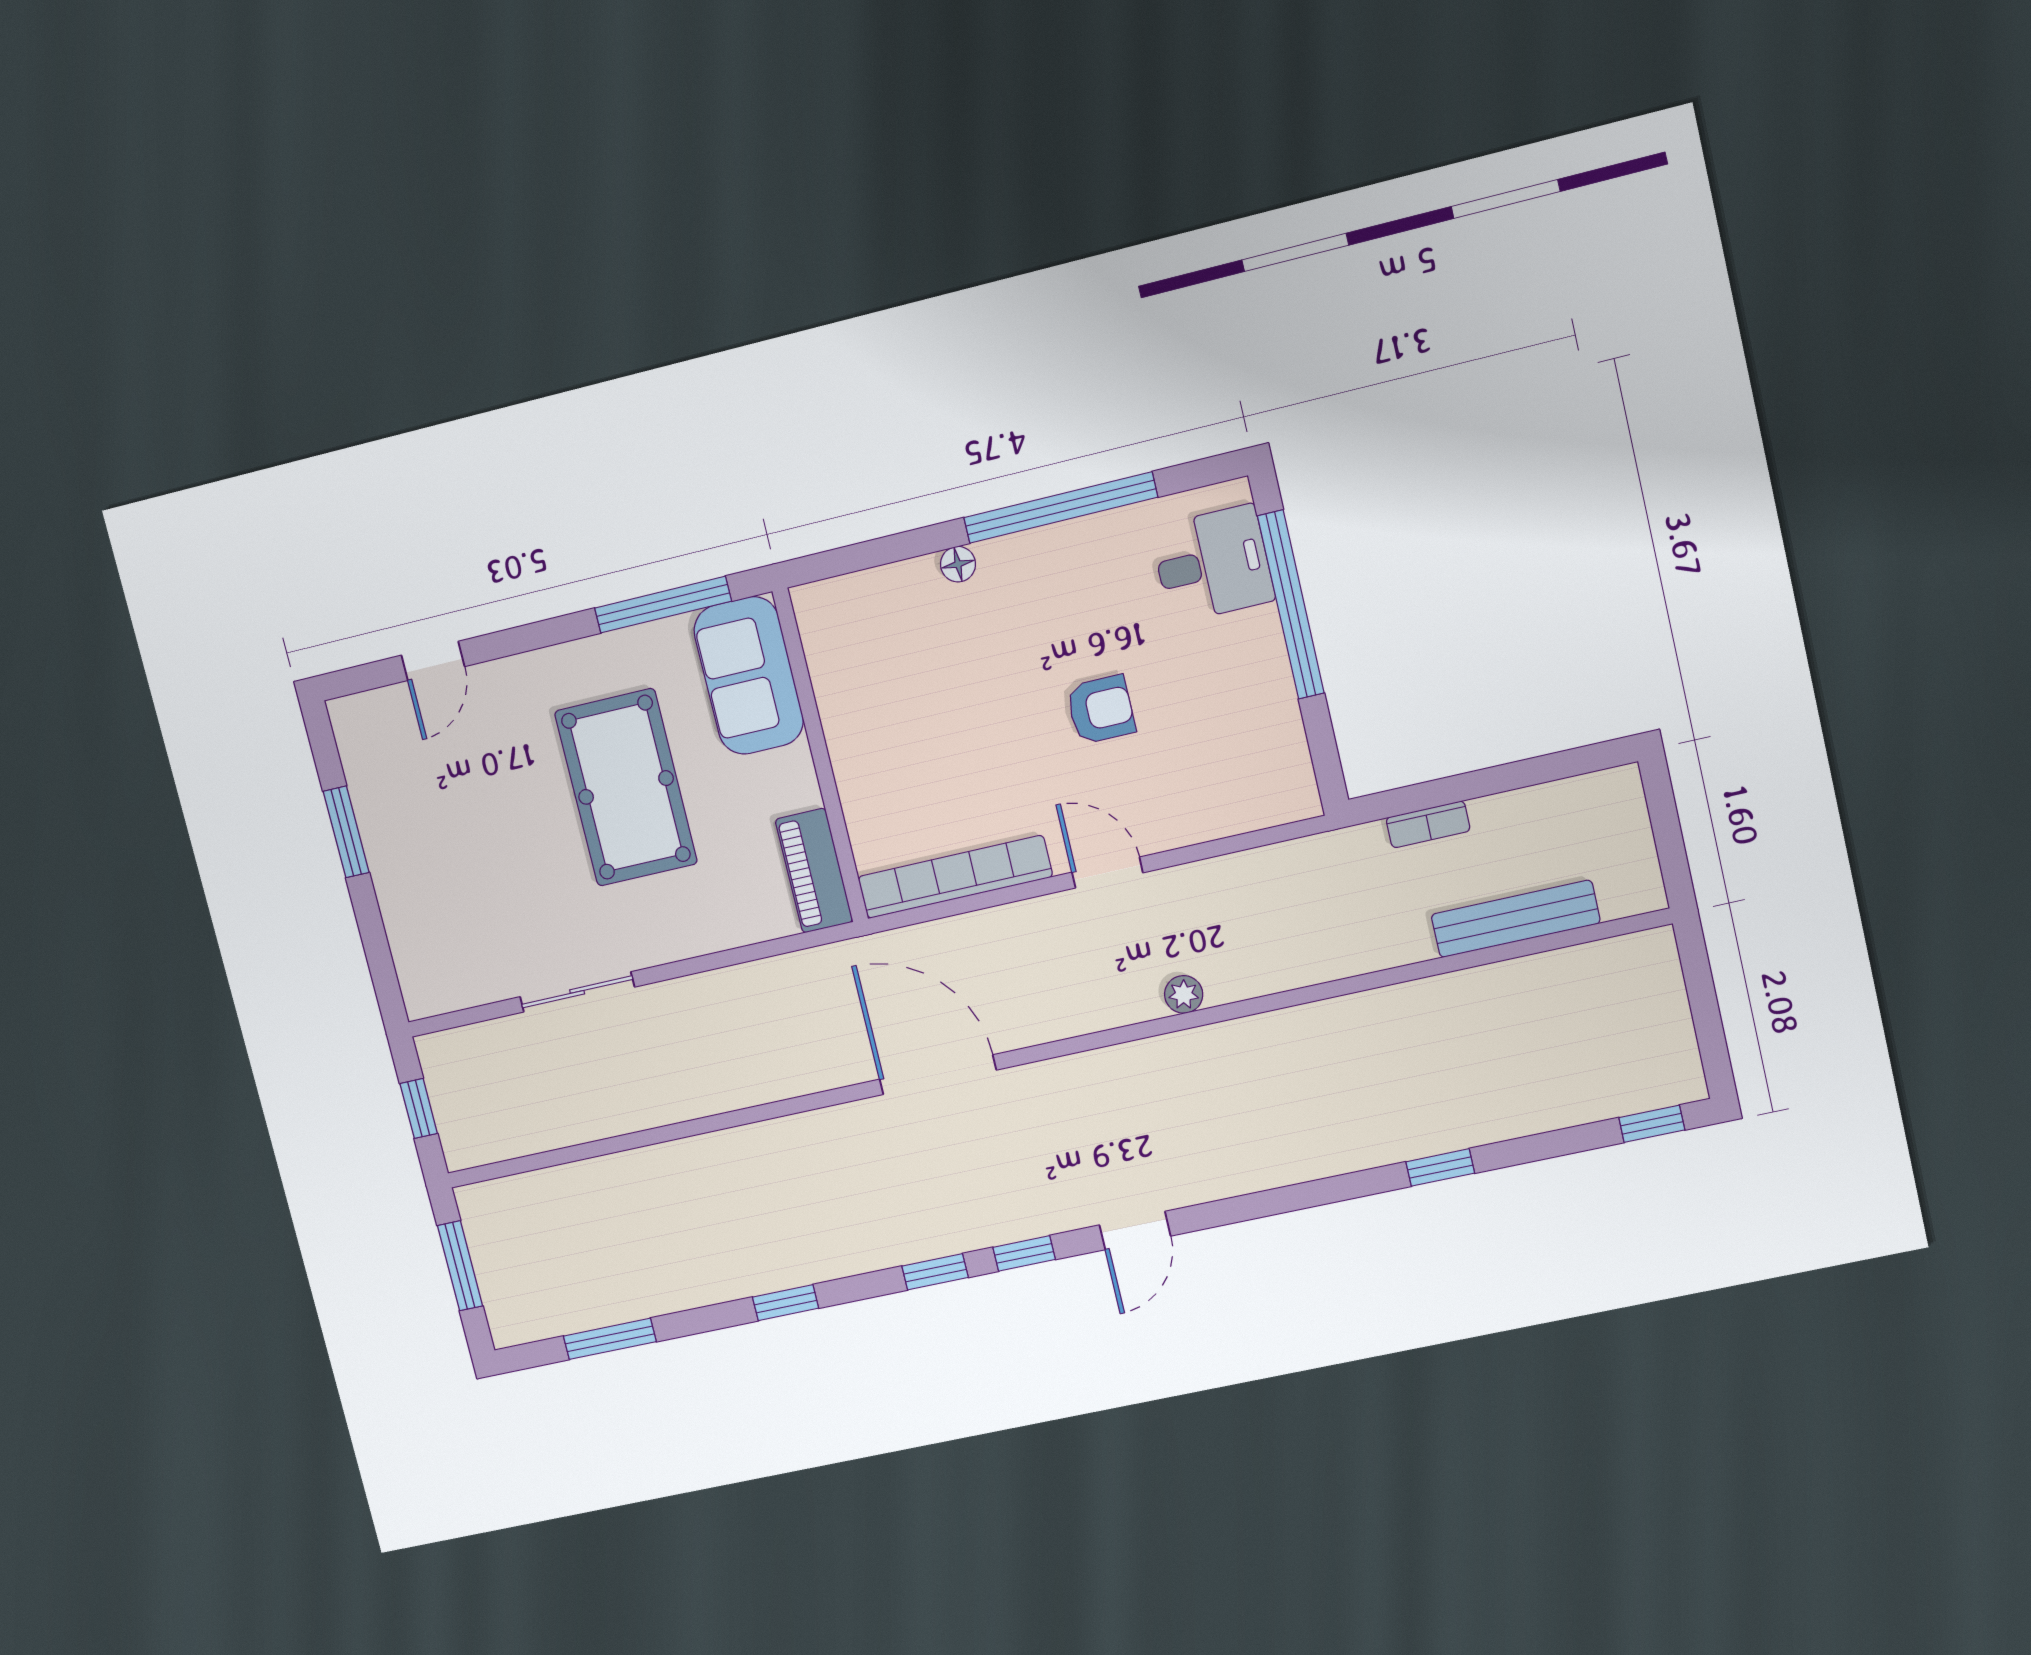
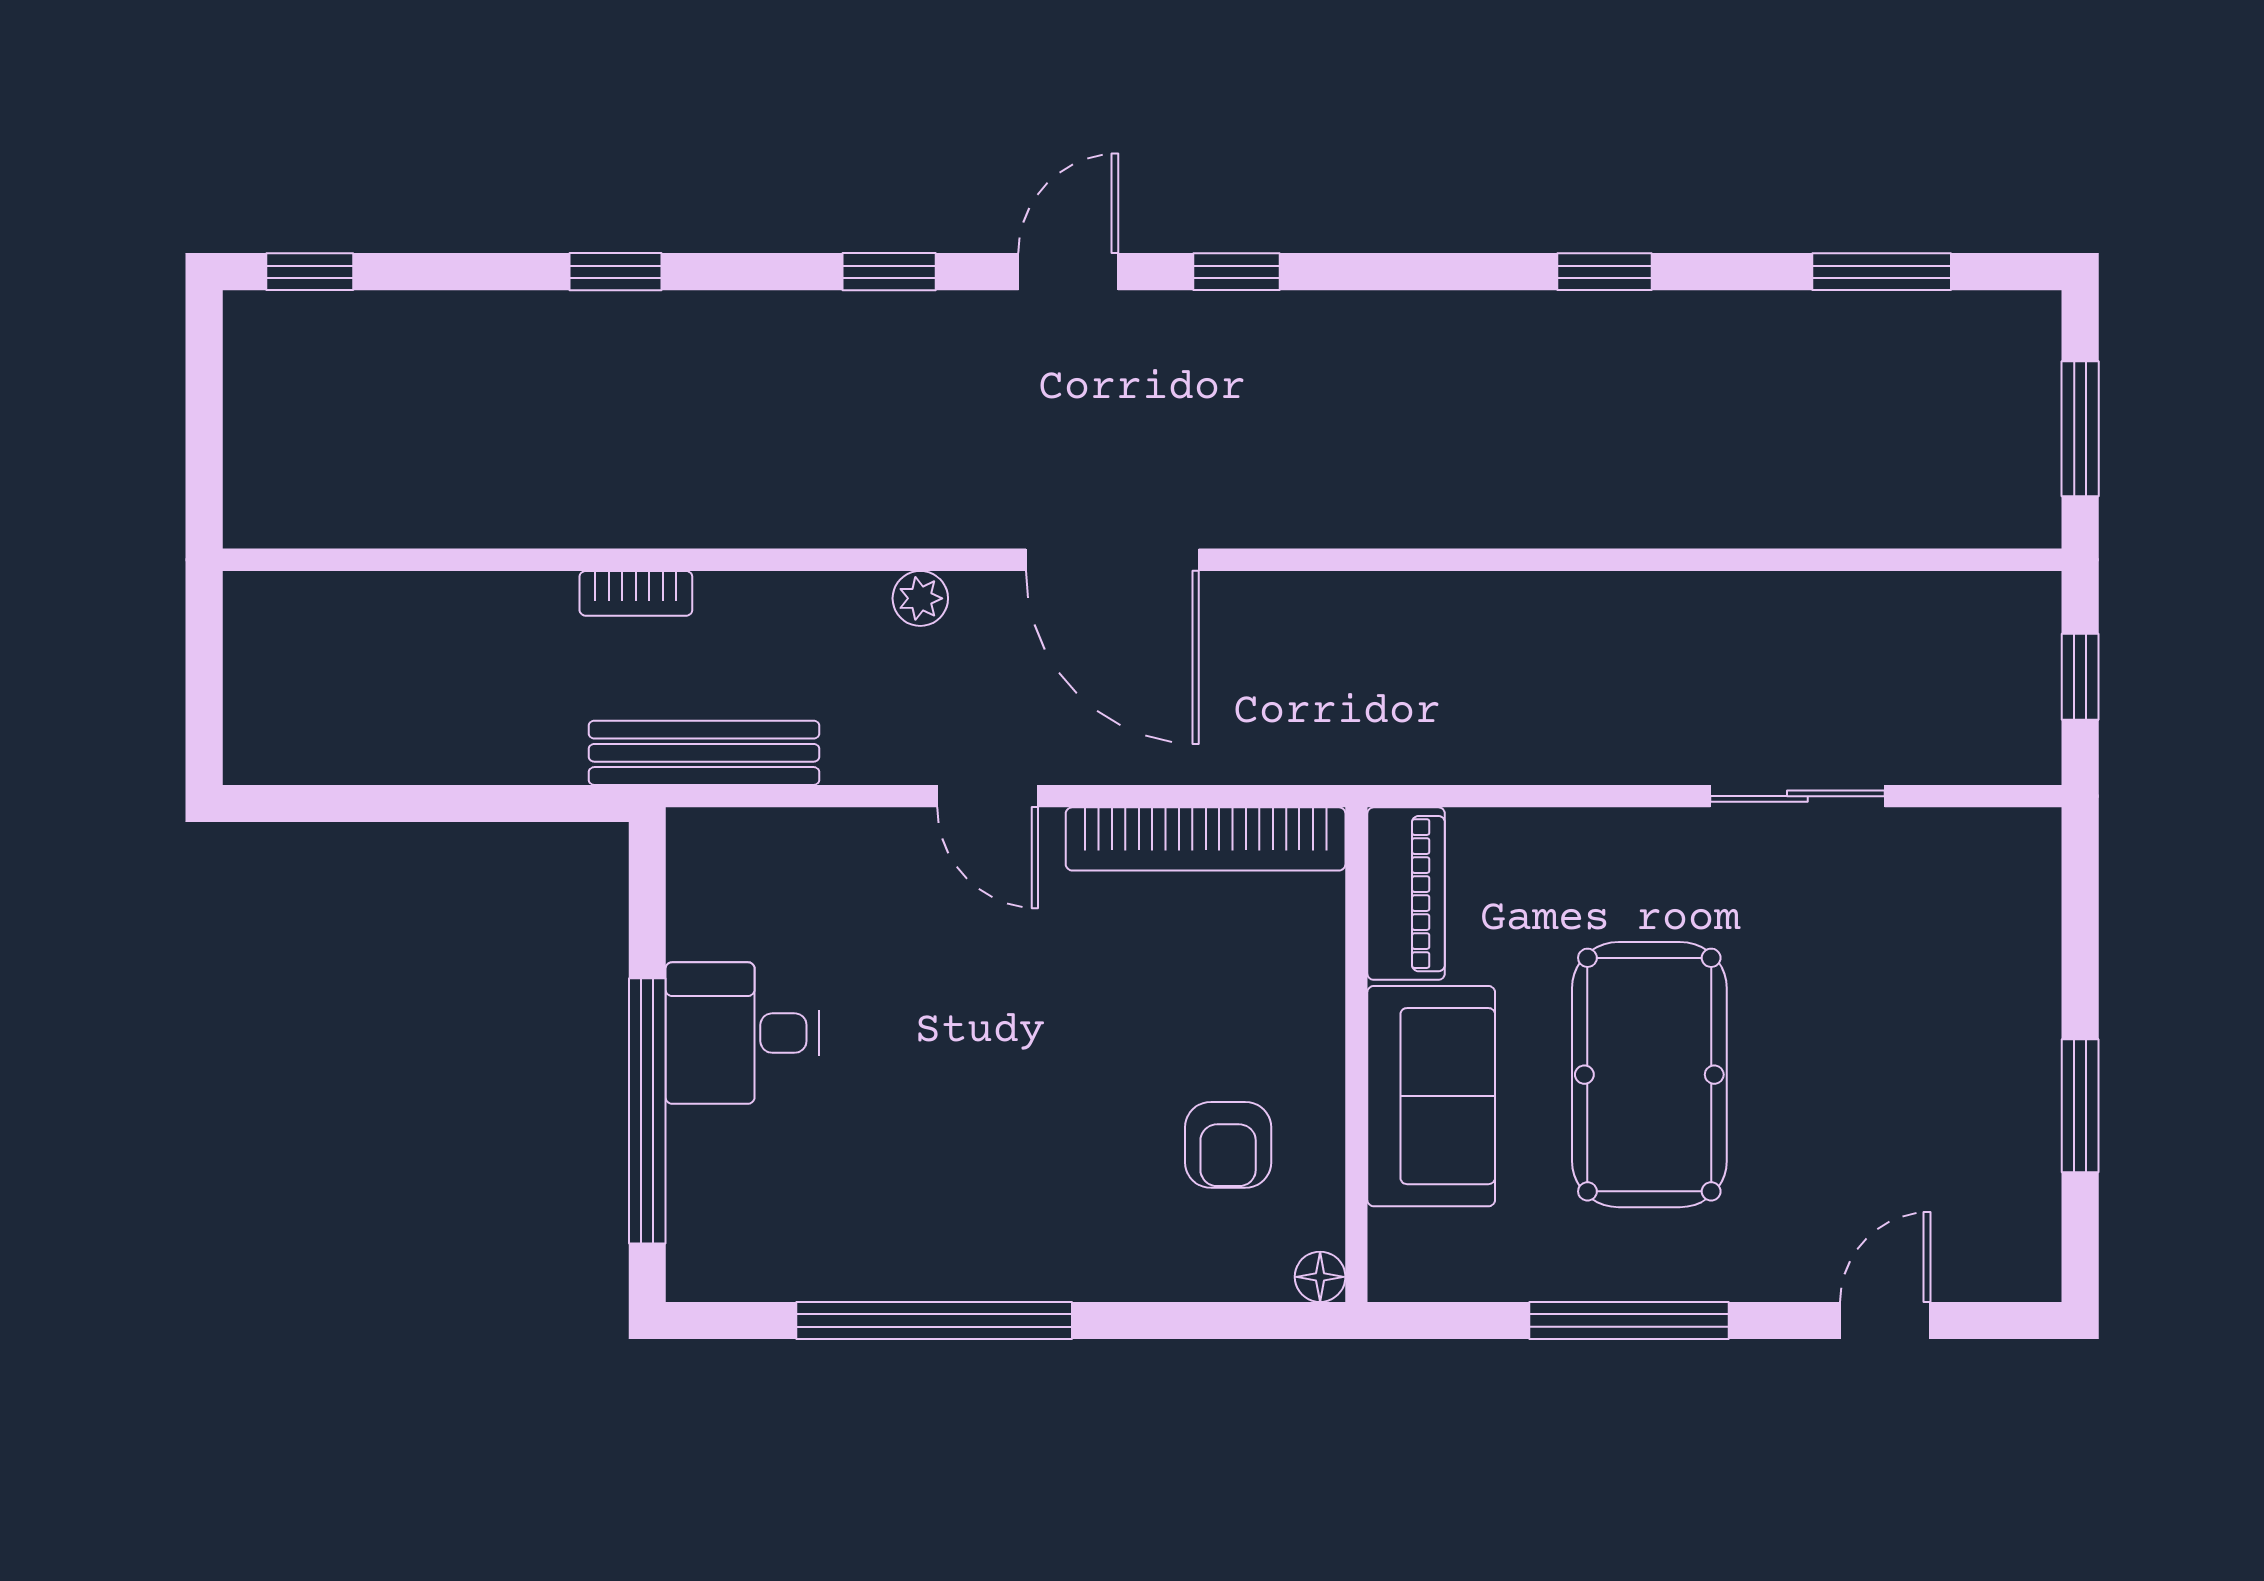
floor lamp: (958, 564) -> (1320, 1277), moved
desk: (1213, 564) -> (742, 1033), moved
window: (663, 605) -> (1629, 1321), moved
sofa: (749, 676) -> (1431, 1096), moved
armchair: (1101, 710) -> (1228, 1145), moved, turned -90
bookcase: (1428, 824) -> (636, 593), moved, turned 180
bench: (1516, 919) -> (704, 753), moved
door: (938, 1075) -> (1112, 560), moved
window: (935, 1272) -> (889, 272), moved

